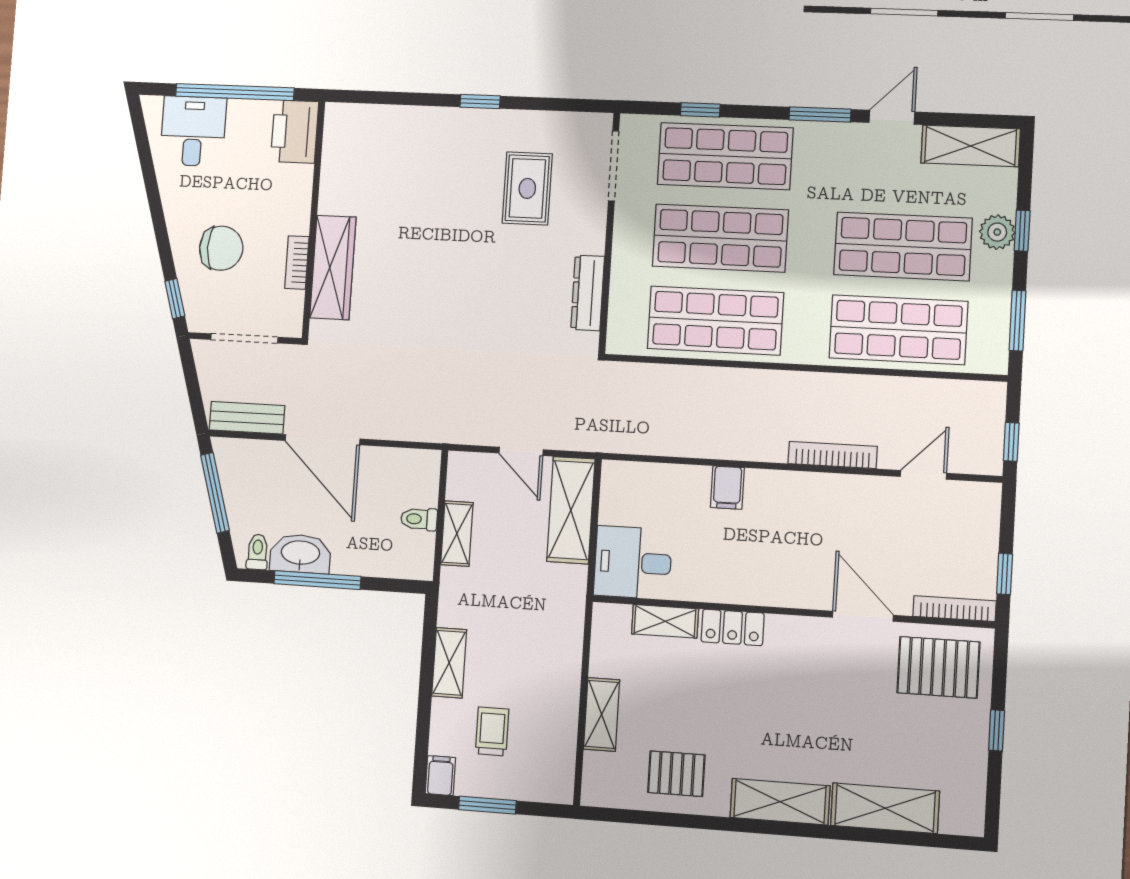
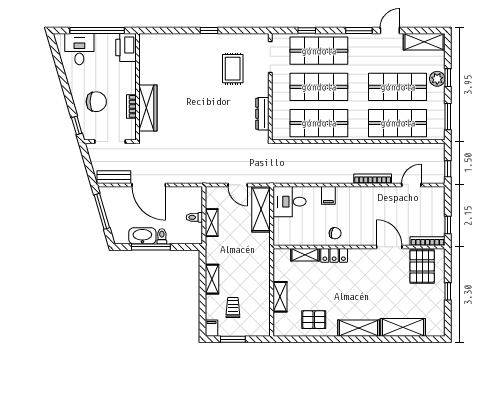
toilet: (257, 552) -> (162, 236), moved
desk: (633, 563) -> (289, 202), moved
chair: (738, 576) -> (335, 233), added
pallet: (938, 667) -> (422, 266), turned 90

